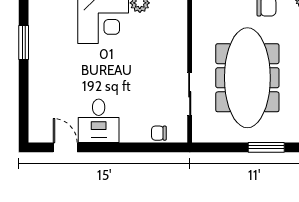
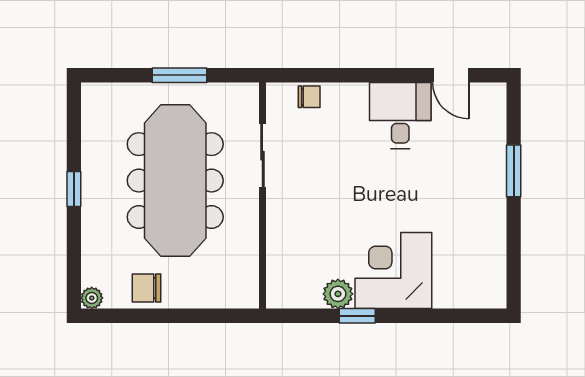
window: (24, 43) -> (514, 171), moved
window: (266, 147) -> (180, 75), moved

